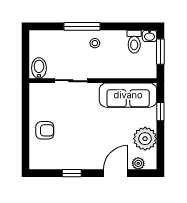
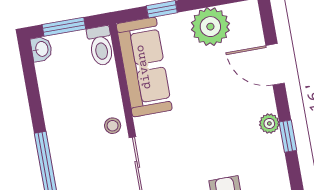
toilet: (134, 42) -> (101, 46), moved, turned 90
stool: (95, 43) -> (113, 126), moved
plant: (138, 163) -> (269, 123), moved

